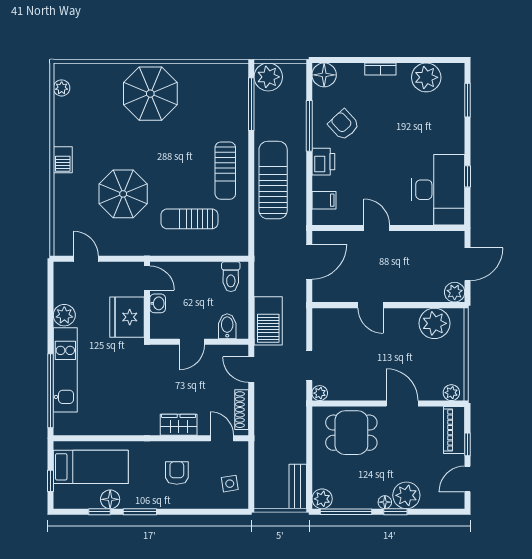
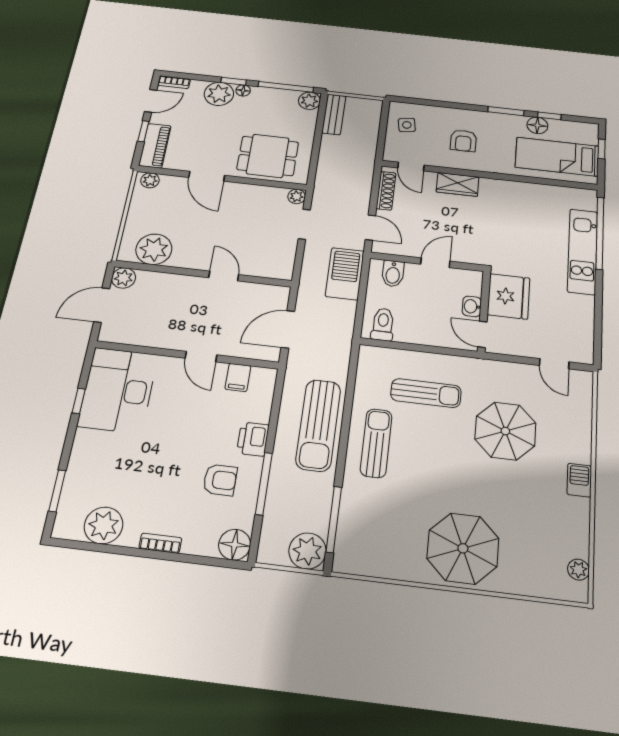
armchair: (344, 125) -> (220, 480), turned -47
filing cabinet: (324, 200) -> (238, 377), moved, turned -90
plant: (64, 315) -> (582, 307), removed
bookcase: (450, 503) -> (174, 82), added

